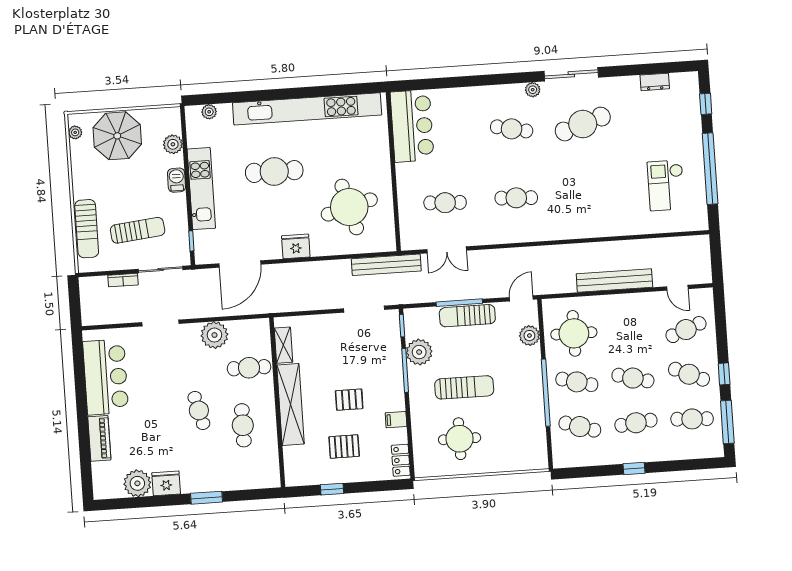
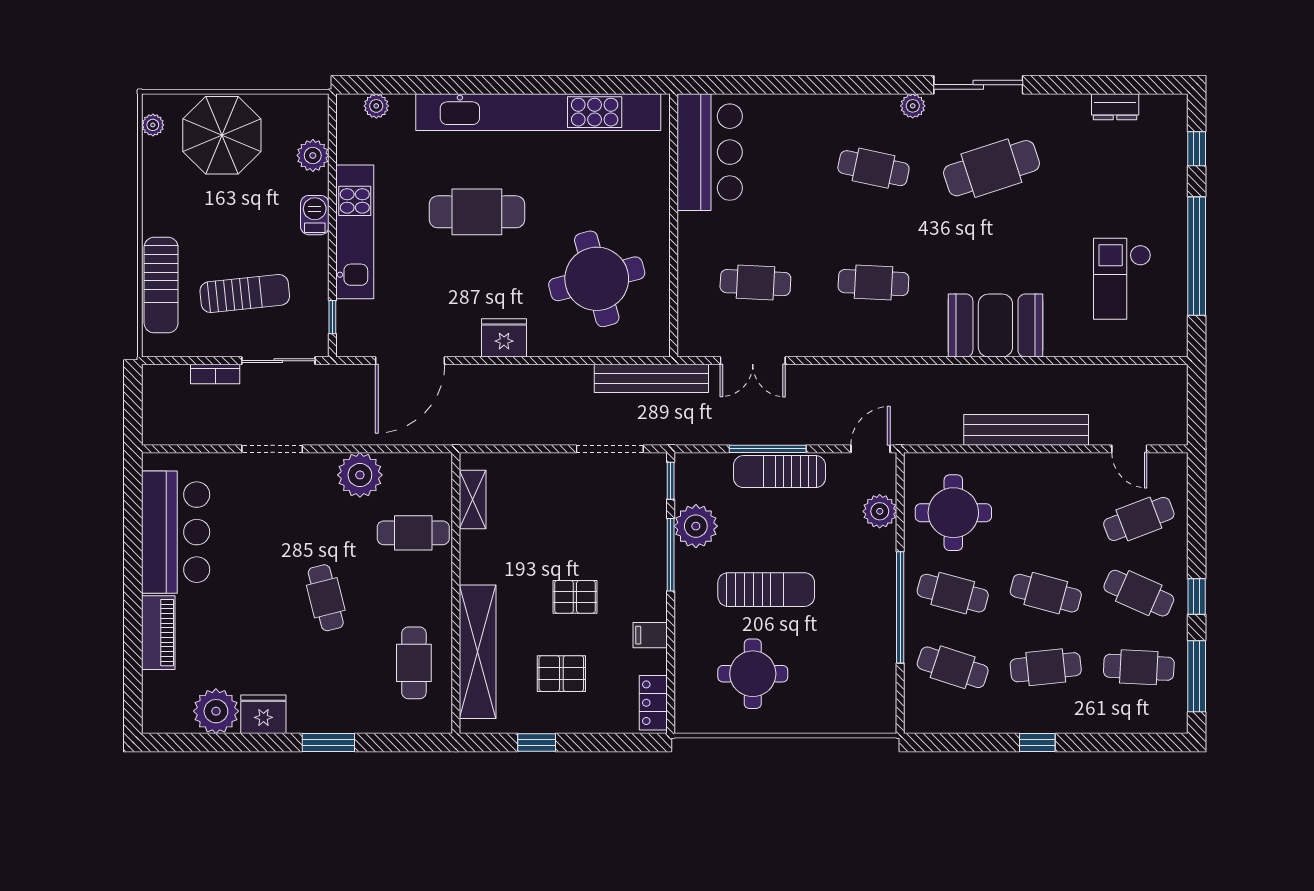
booth: (592, 219) -> (995, 326), added
shelving: (291, 405) -> (478, 652), moved
cafe table: (243, 425) -> (414, 663), moved

